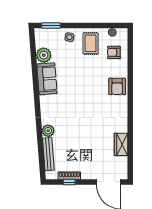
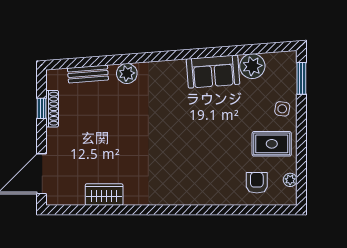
armchair: (117, 86) -> (200, 188), removed
bench: (48, 154) -> (88, 74), width x0.73

